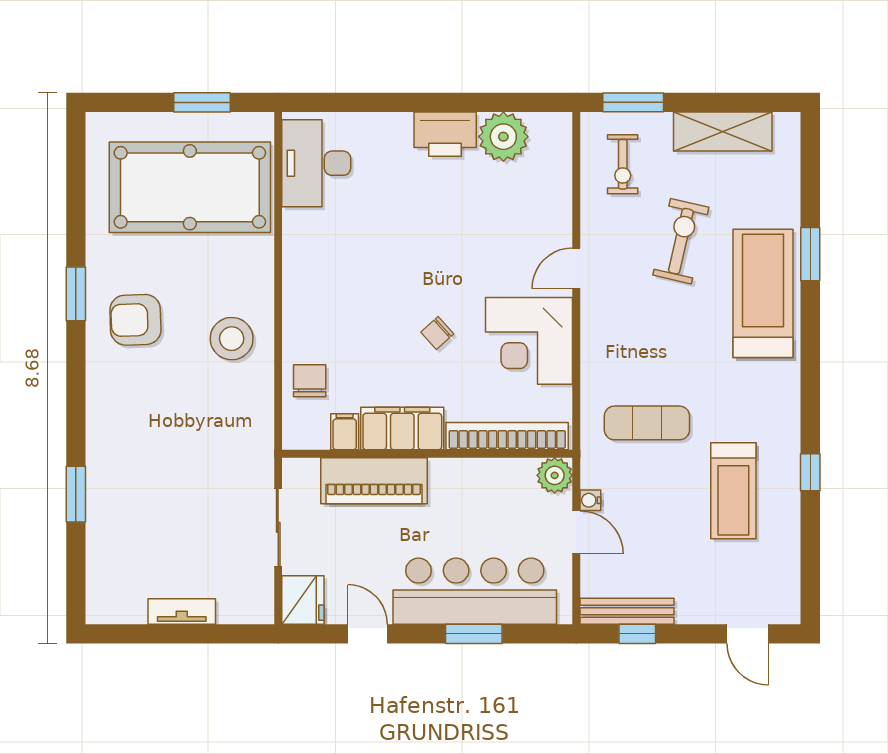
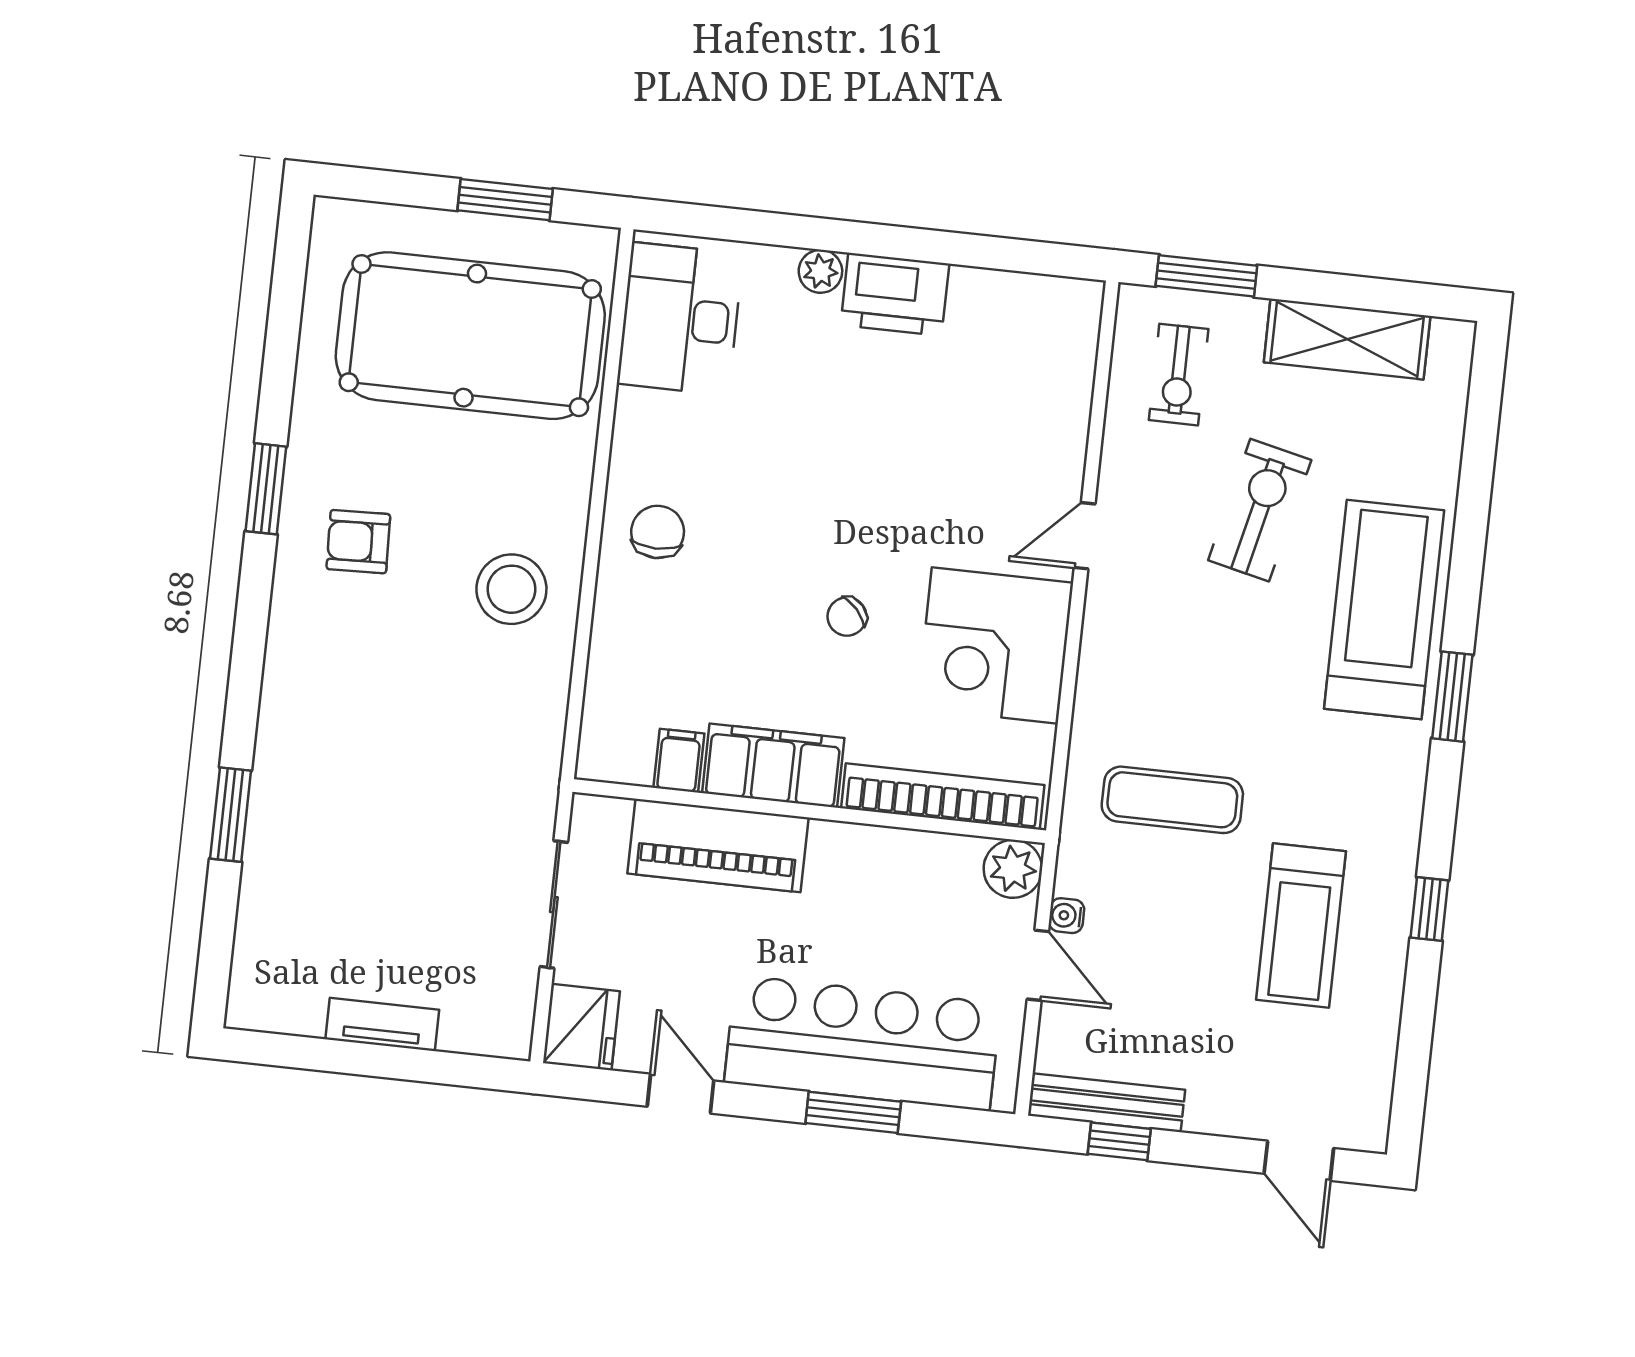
plant: (503, 137) -> (820, 271), moved, width x0.53, depth x0.53
window: (810, 254) -> (1452, 697), moved
armchair: (135, 320) -> (358, 542), width x0.72, depth x0.72
chair: (310, 381) -> (658, 532), moved

